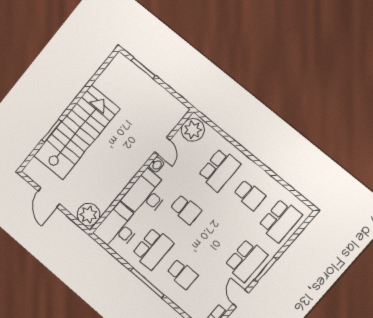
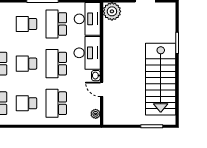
plant: (193, 130) -> (96, 114), width x0.53, depth x0.53
stairs: (77, 132) -> (161, 79), moved
school desk: (186, 210) -> (56, 64), width x1.85
school desk: (216, 235) -> (26, 64), added

